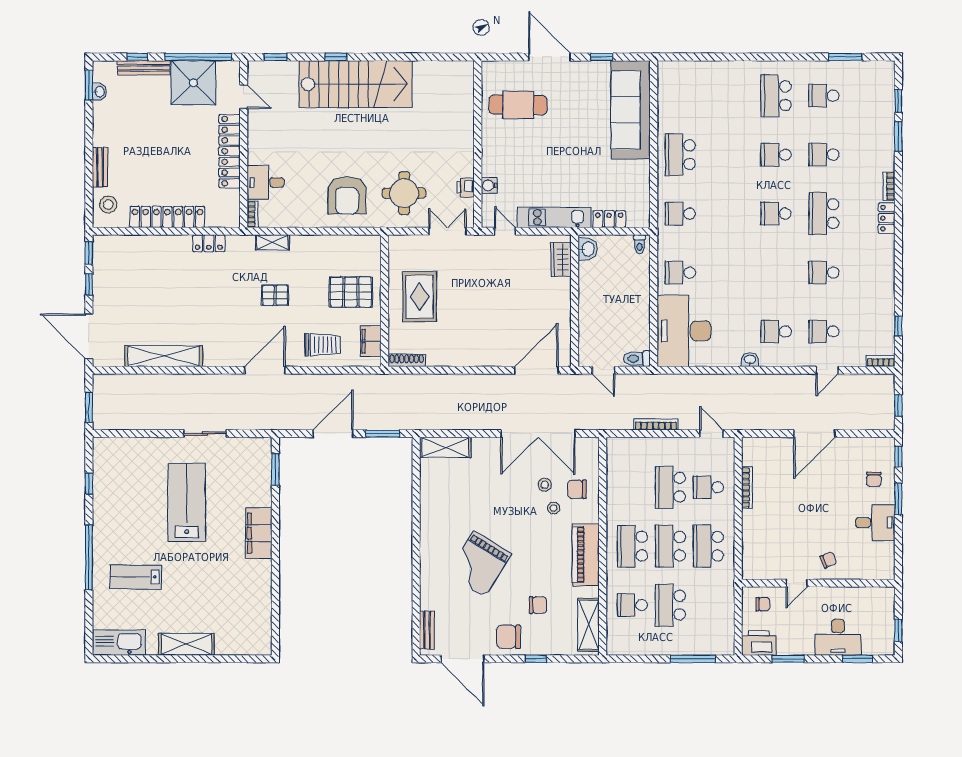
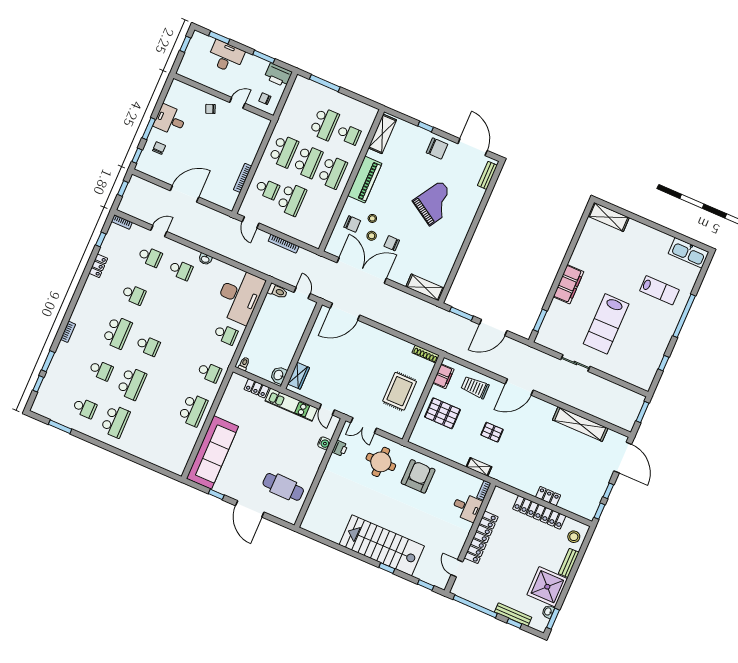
shower: (193, 83) -> (547, 587), moved
school desk: (776, 155) -> (132, 383), width x1.85
locker: (887, 218) -> (98, 266), moved
locker: (209, 243) -> (548, 496), moved
chair: (538, 605) -> (392, 243), moved
shelving: (186, 644) -> (609, 217), moved

